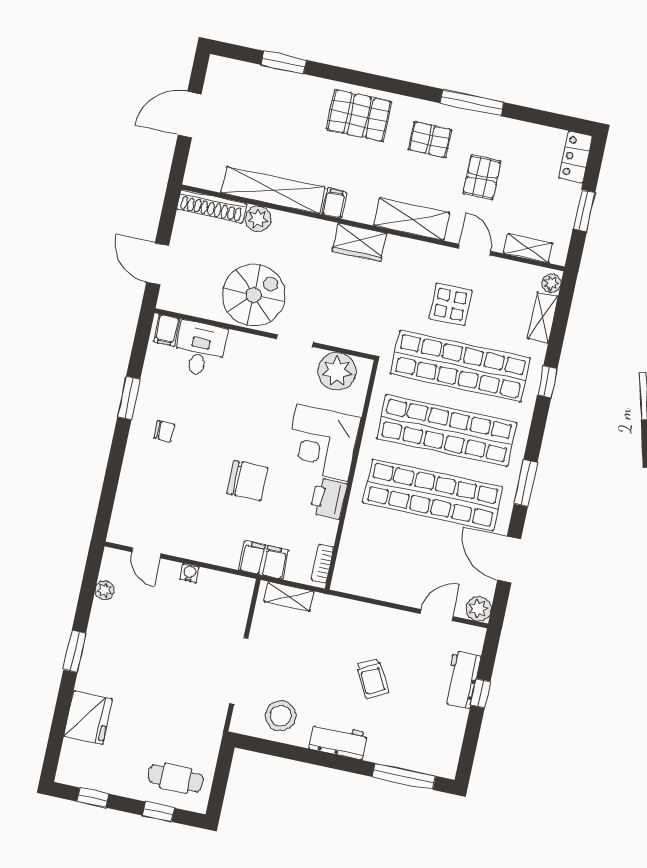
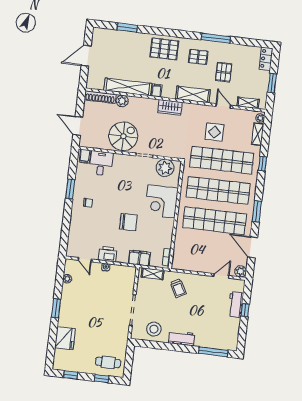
printer: (328, 498) -> (108, 254), moved, turned 90
trolley: (372, 679) -> (178, 288), moved

